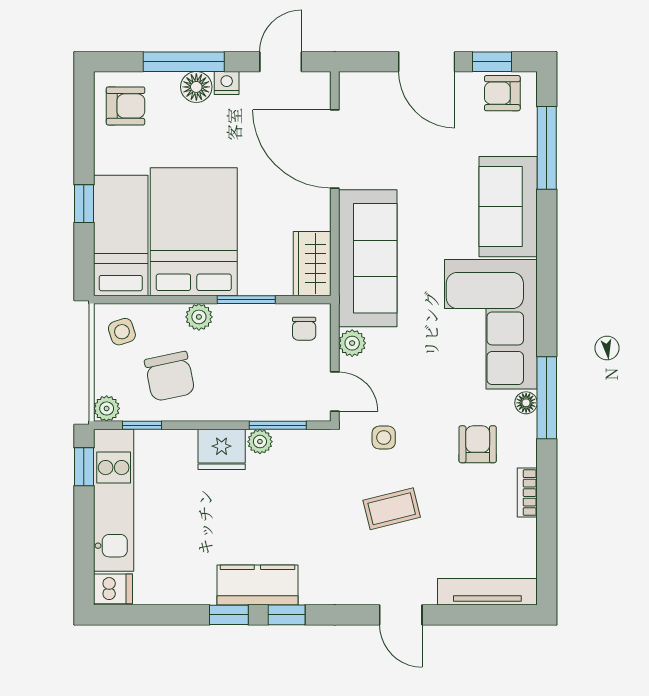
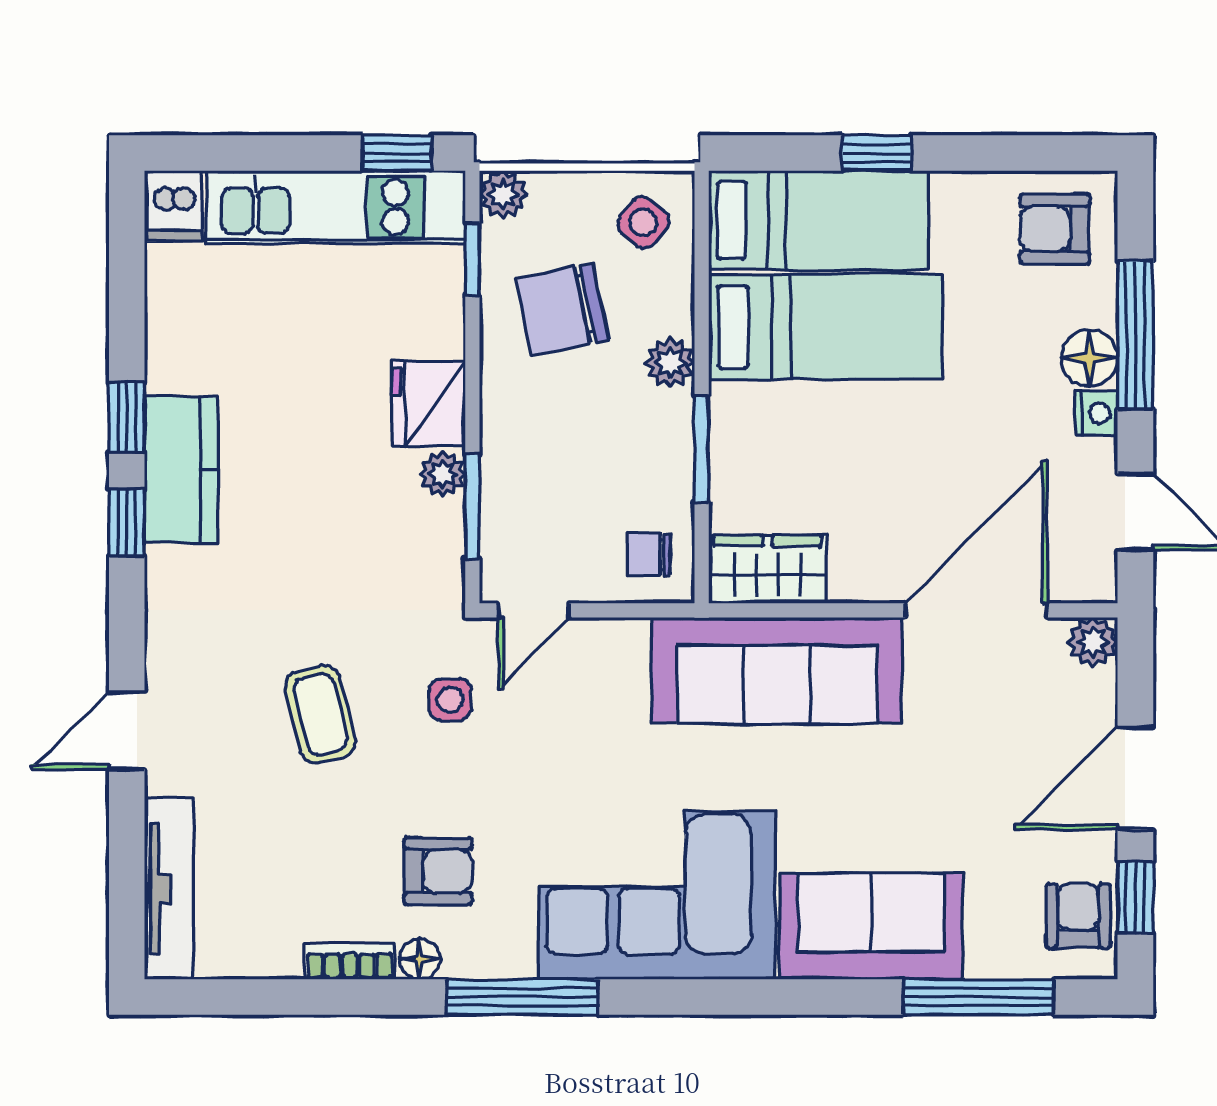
armchair: (126, 106) -> (1055, 229), turned 90
bed: (194, 232) -> (826, 327), width x0.67
side table: (122, 332) -> (643, 222), turned -34
plant: (352, 343) -> (1093, 642), moved
floor lamp: (526, 403) -> (420, 959), moved

